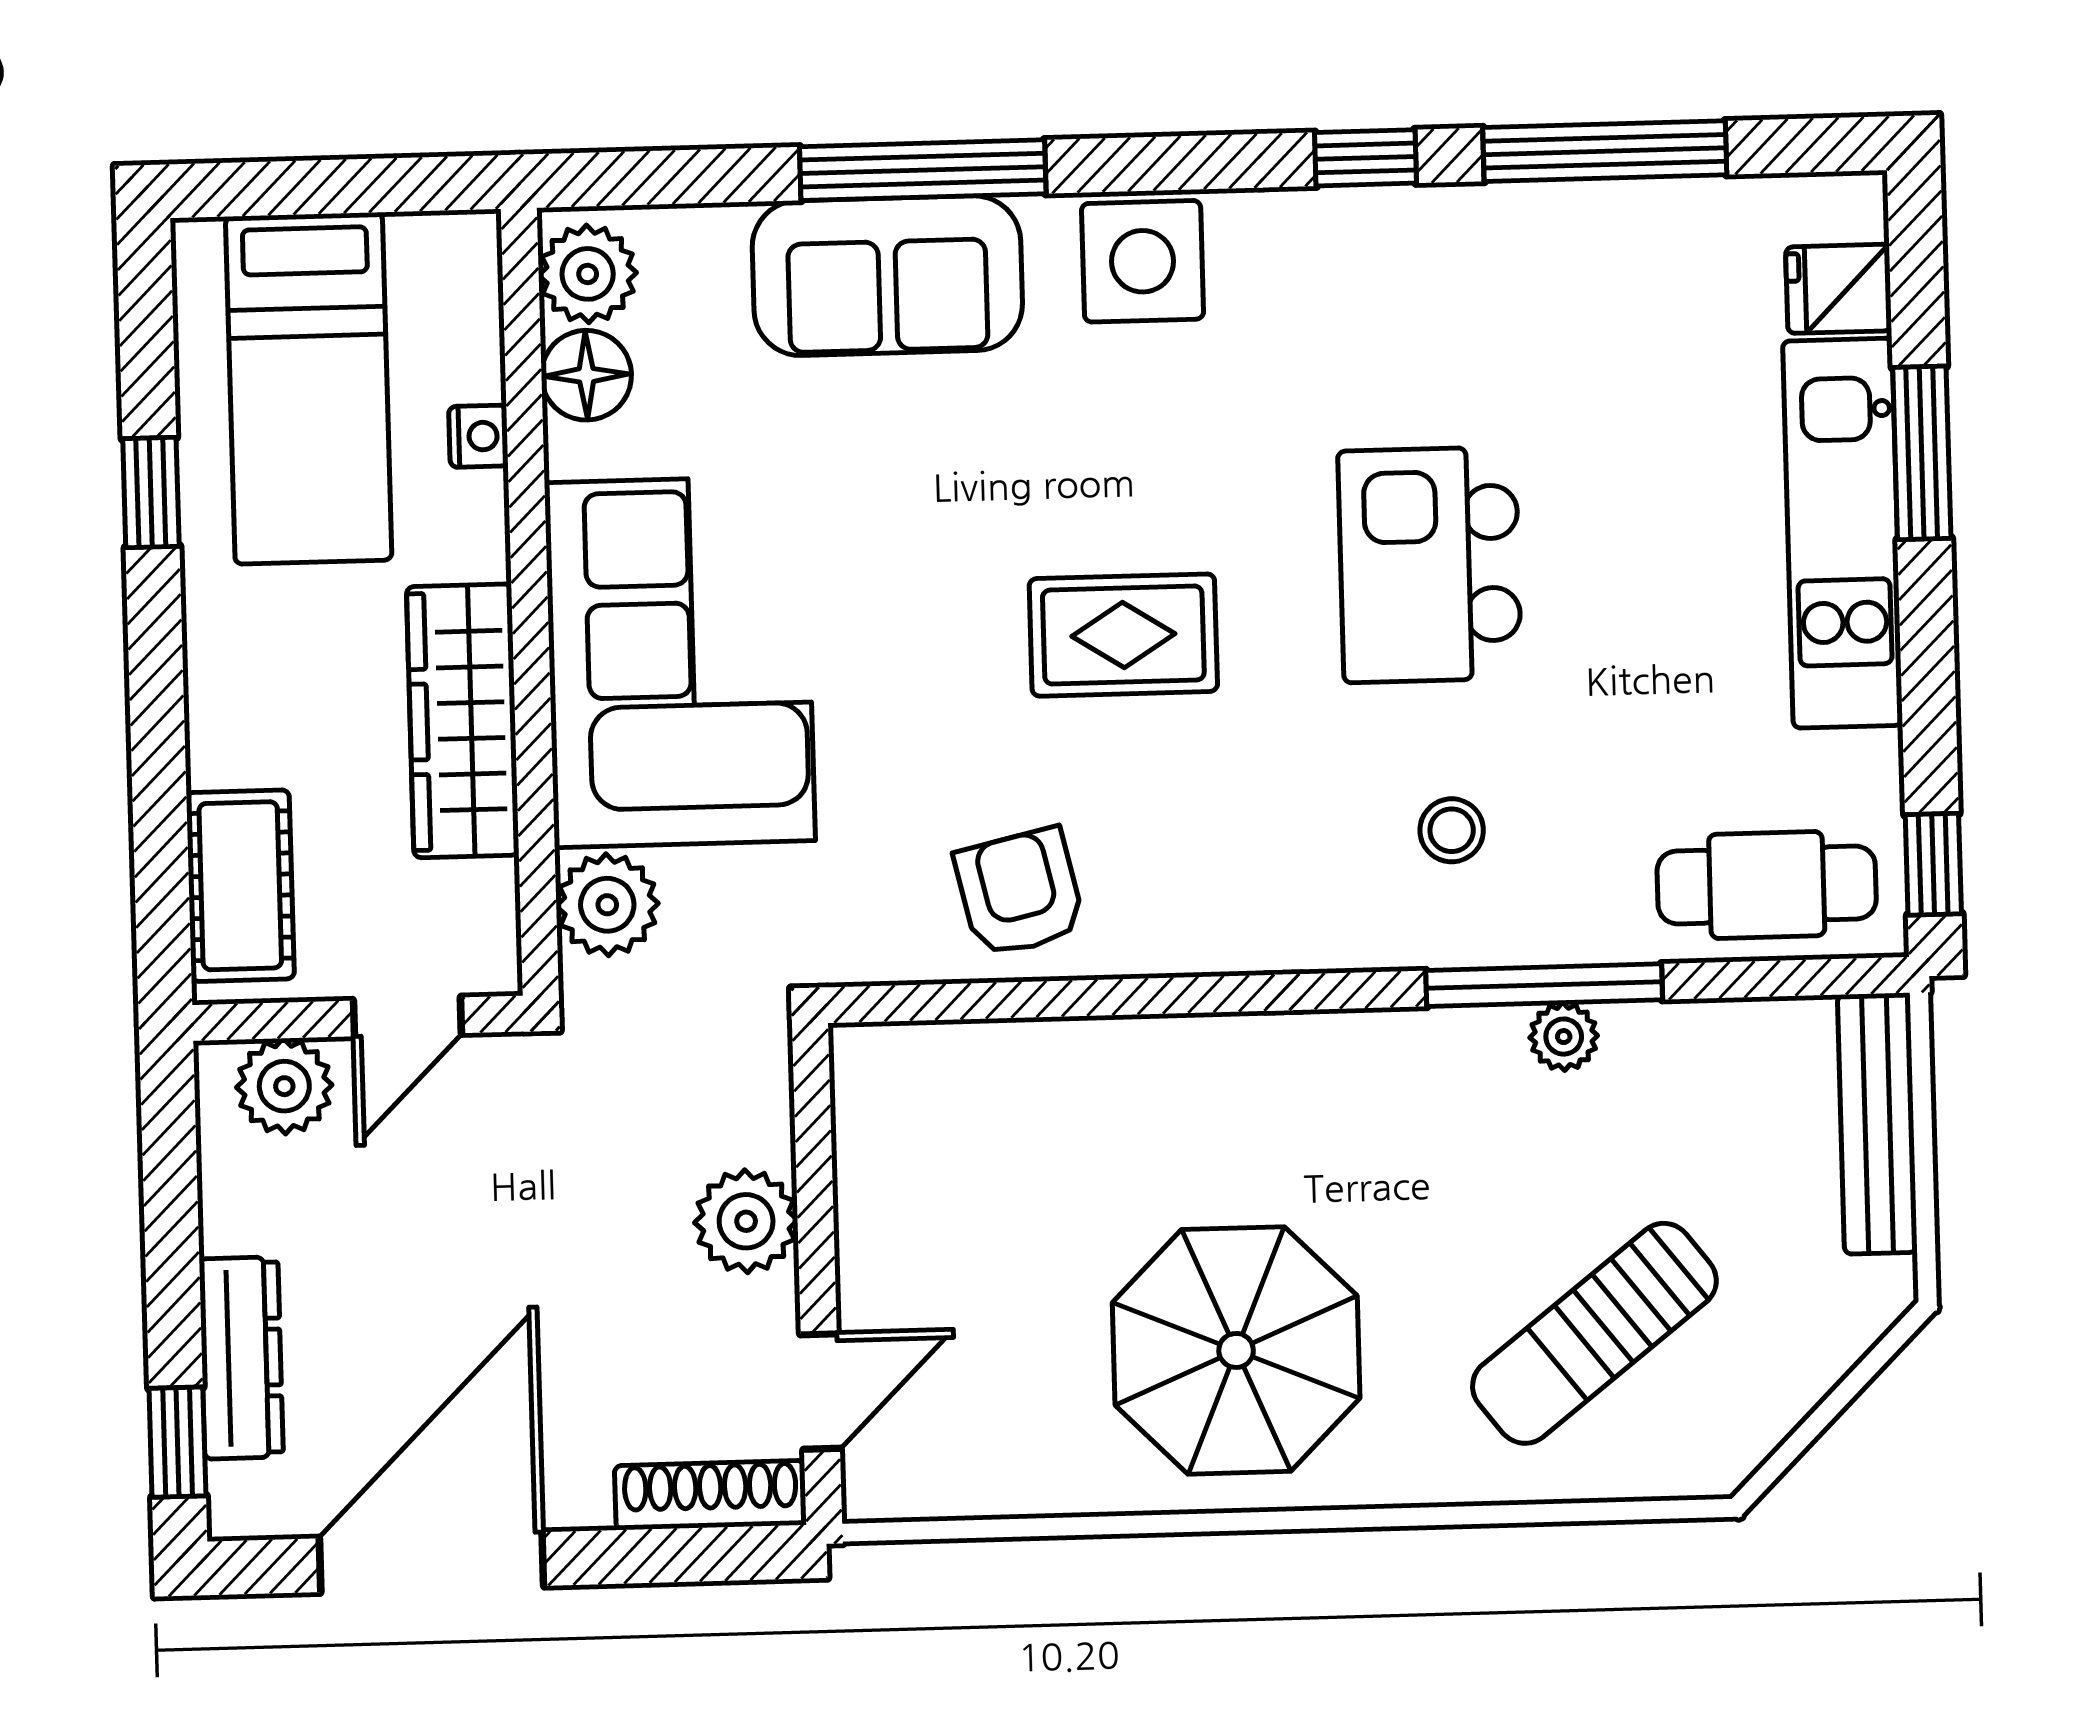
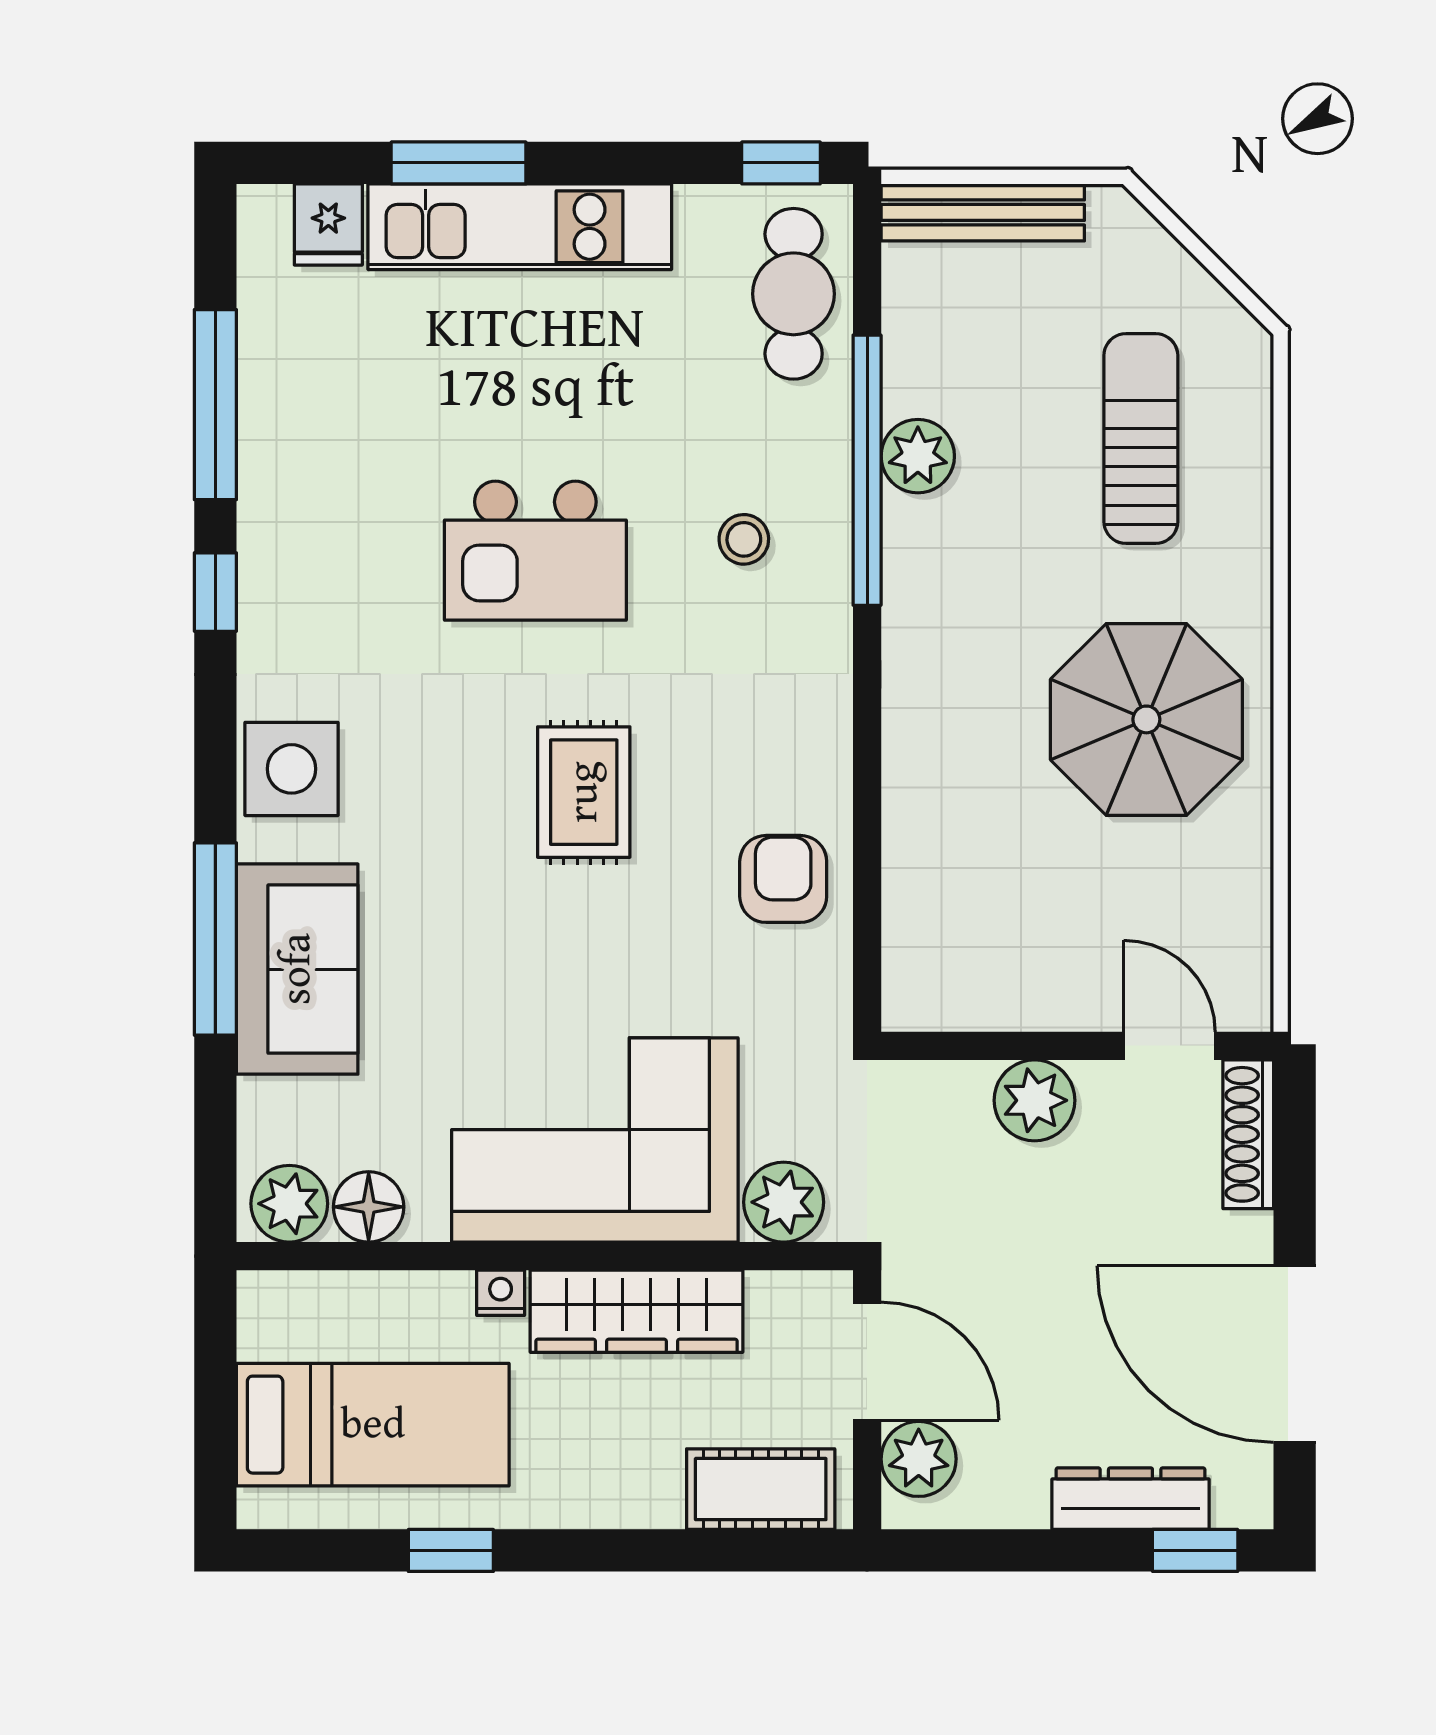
nightstand: (478, 436) -> (501, 1293), moved
armchair: (1020, 893) -> (783, 879), turned 103
window: (1544, 985) -> (867, 470), width x1.46
door: (407, 1017) -> (867, 1361), width x1.38
plant: (1564, 1037) -> (918, 456), width x1.38, depth x1.38
sun lounger: (1594, 1333) -> (1141, 439), turned -142

